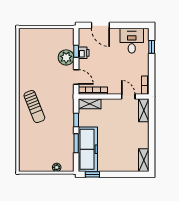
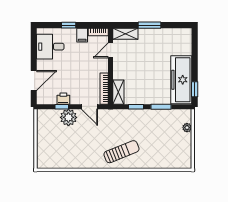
window: (152, 47) -> (69, 25), moved
filing cabinet: (142, 70) -> (82, 35), added
door: (76, 77) -> (90, 107), swing flipped
window: (152, 133) -> (150, 25), added
freezer: (88, 149) -> (181, 80), moved, turned -90
shelving: (144, 160) -> (179, 34), removed

